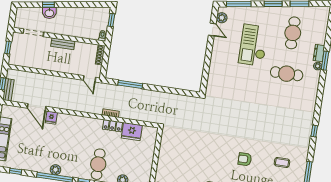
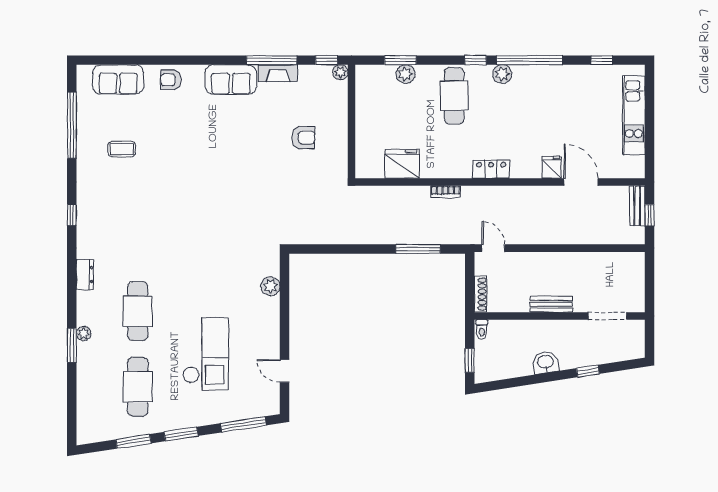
washbasin: (49, 13) -> (545, 362), moved
plant: (222, 18) -> (270, 286), moved
window: (8, 48) -> (650, 282), removed
dresser: (319, 53) -> (85, 275), moved
cafe table: (287, 74) -> (138, 311), turned 90
locker: (112, 126) -> (491, 169), moved
armchair: (245, 159) -> (303, 138), moved
plant: (55, 170) -> (502, 74), moved

